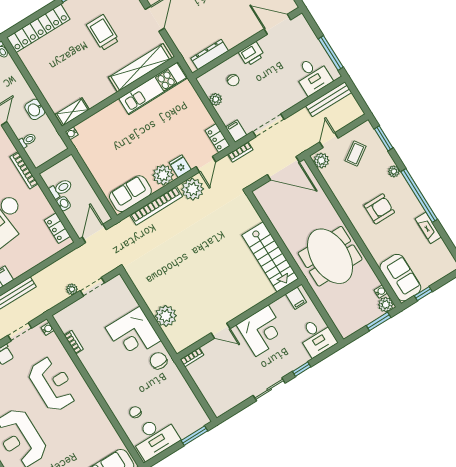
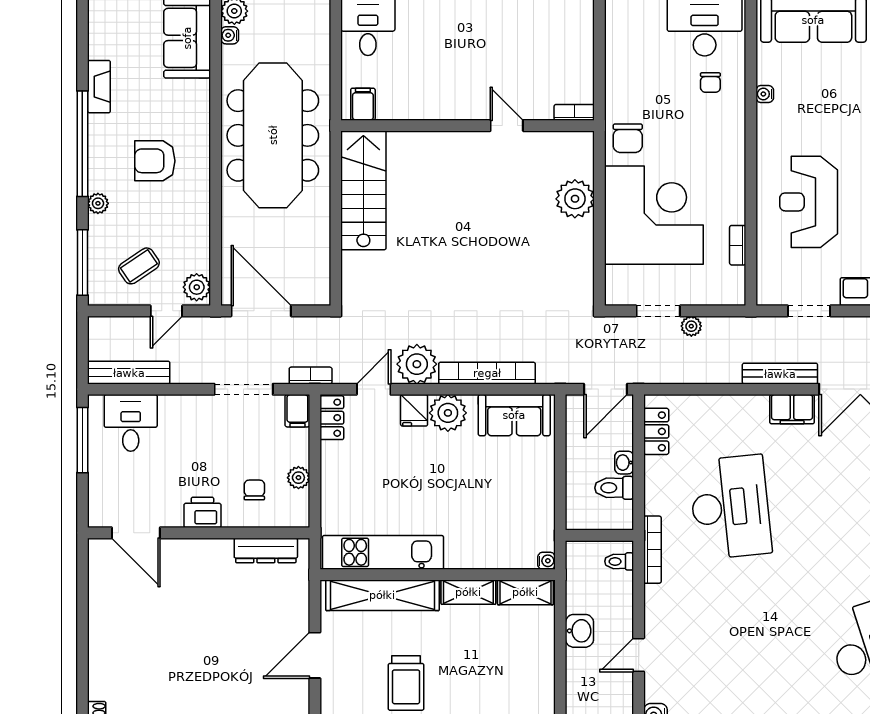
shelving: (100, 95) -> (468, 592), added
window: (384, 138) -> (82, 262), width x1.44
toilet: (28, 140) -> (619, 561), moved
meeting table: (330, 256) -> (273, 135), width x1.36
water cooler: (48, 329) -> (765, 94), moved
corner desk: (262, 331) -> (444, 87), removed
corner desk: (133, 334) -> (654, 215), width x1.36, depth x1.36

